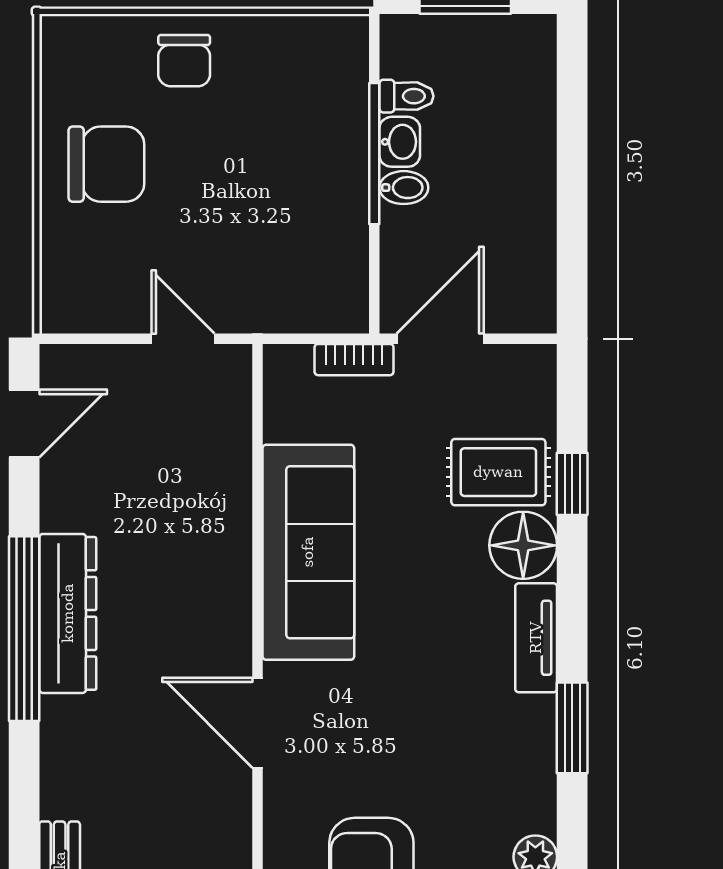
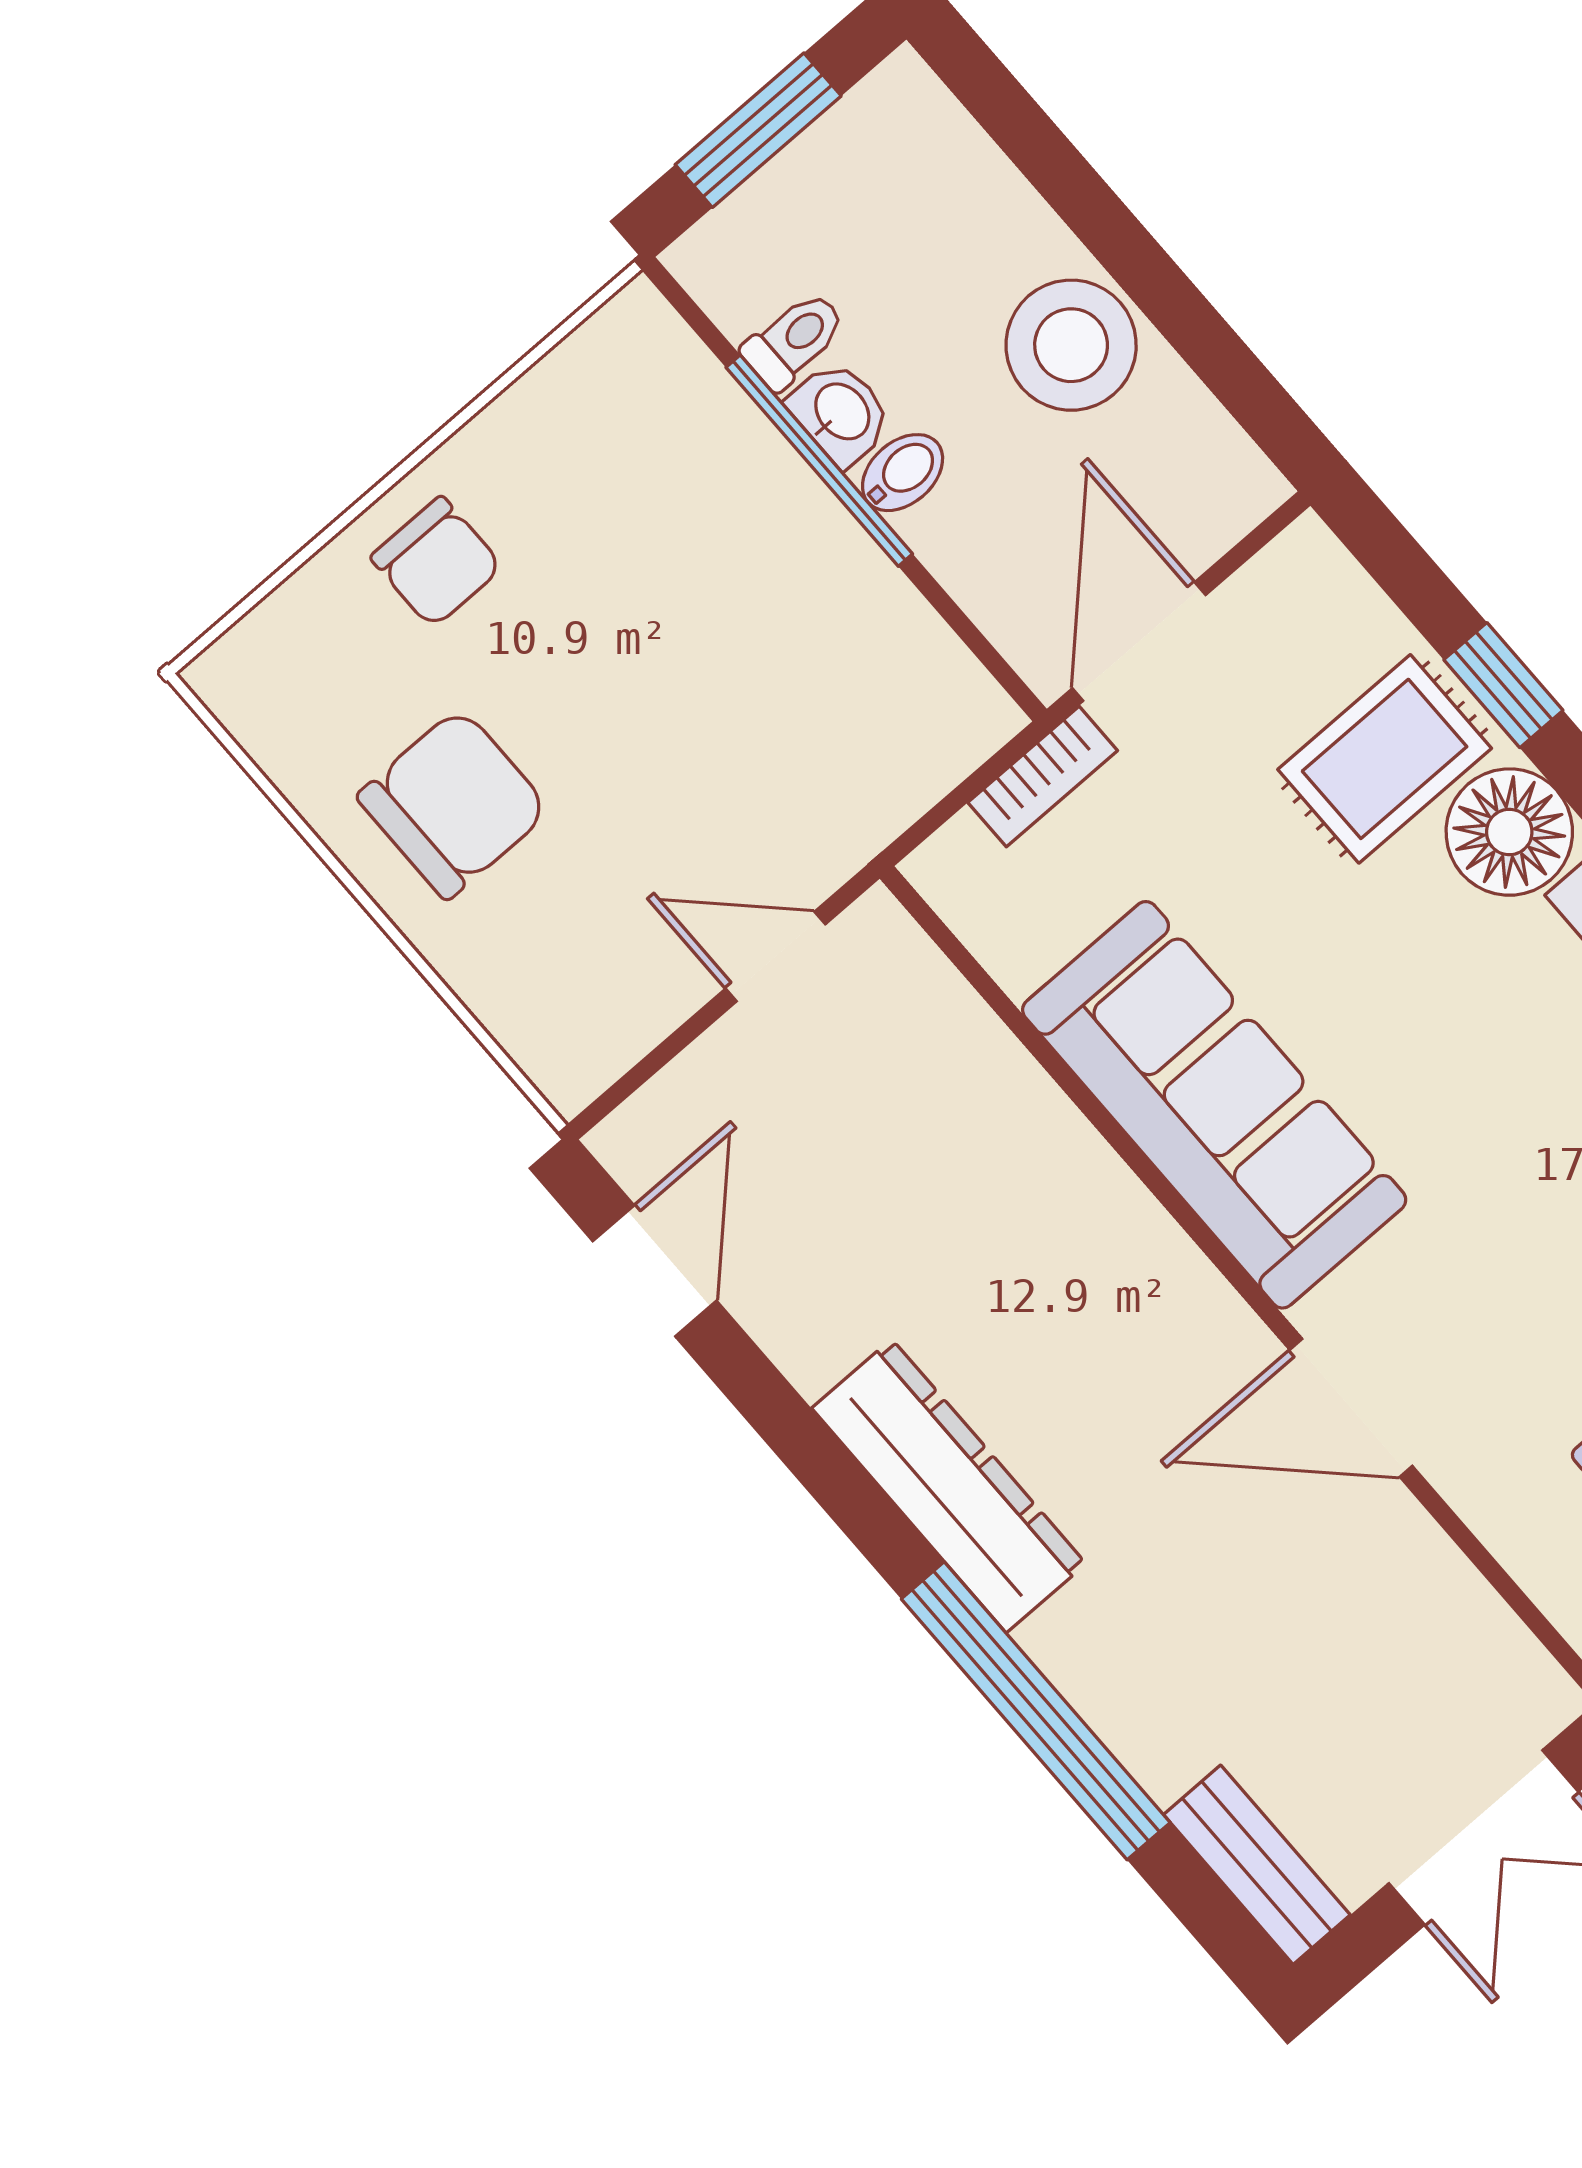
stool: (517, 195) -> (1071, 345), added
window: (24, 629) -> (1036, 1711), moved

